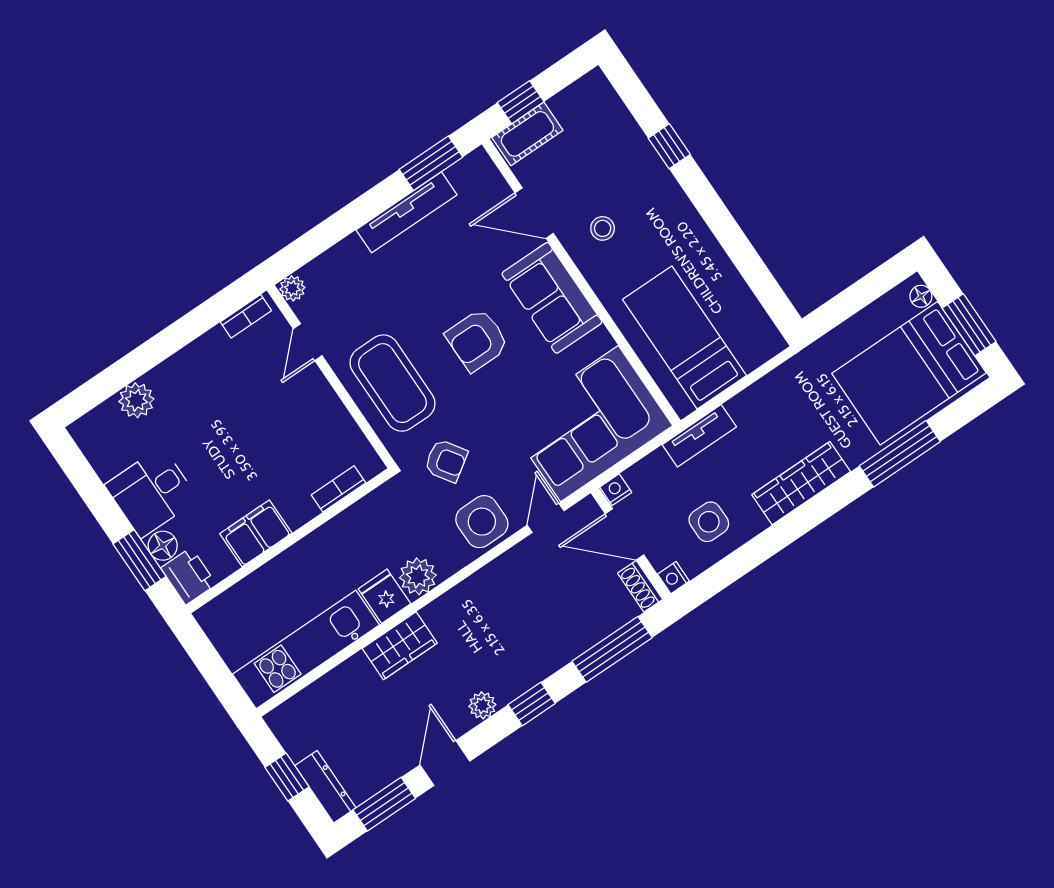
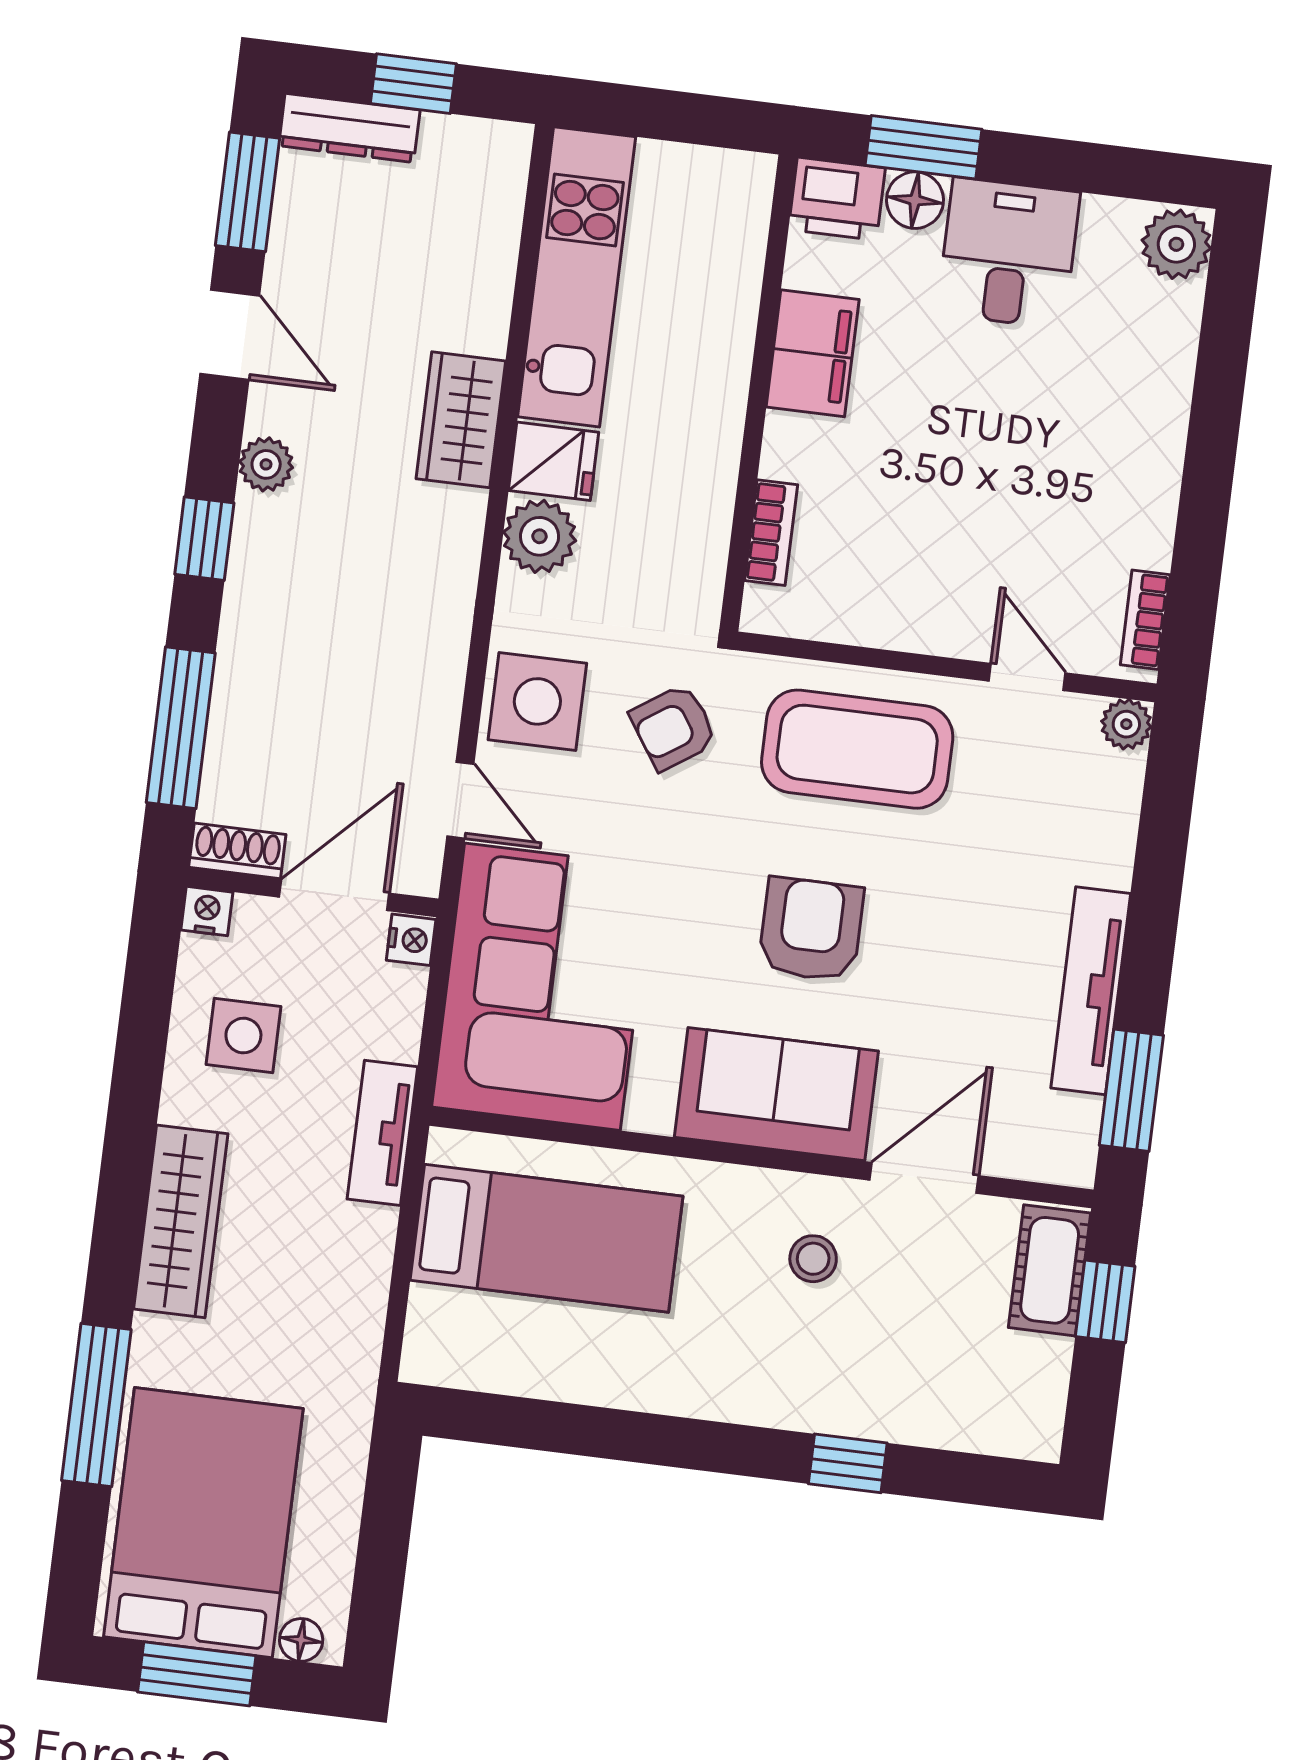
plant: (136, 400) -> (1176, 244), moved

